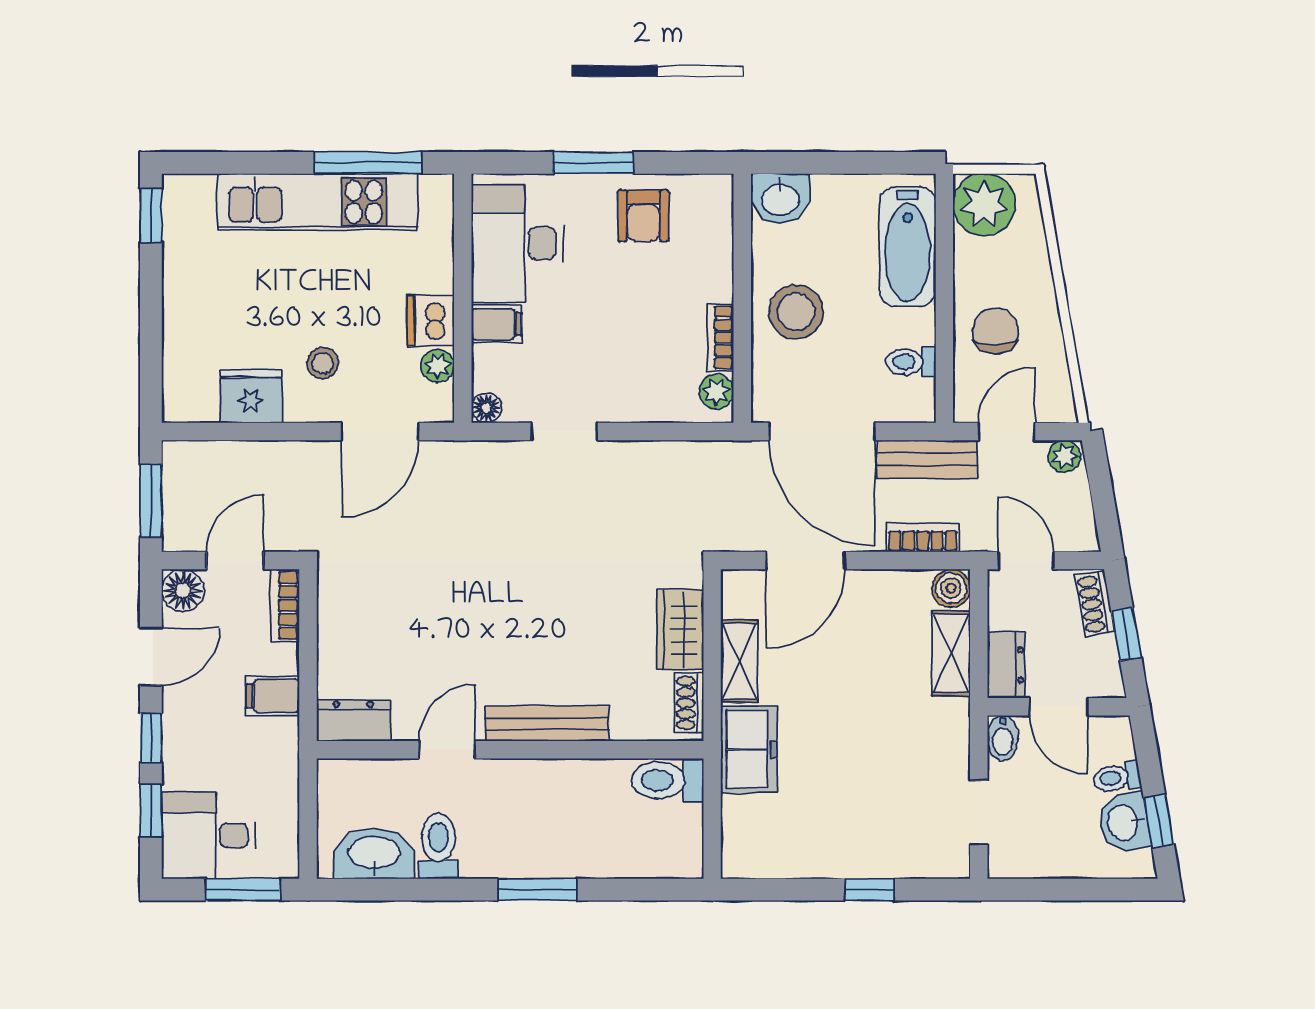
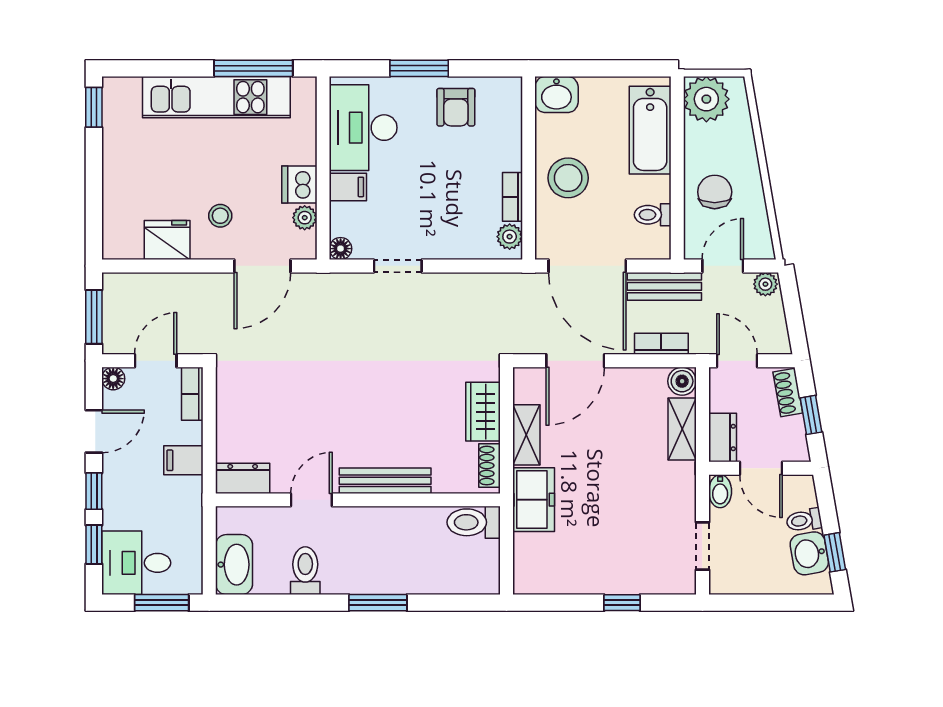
floor lamp: (183, 590) -> (113, 379), width x0.73, depth x0.73
washbasin: (374, 854) -> (234, 565), moved, turned 90

